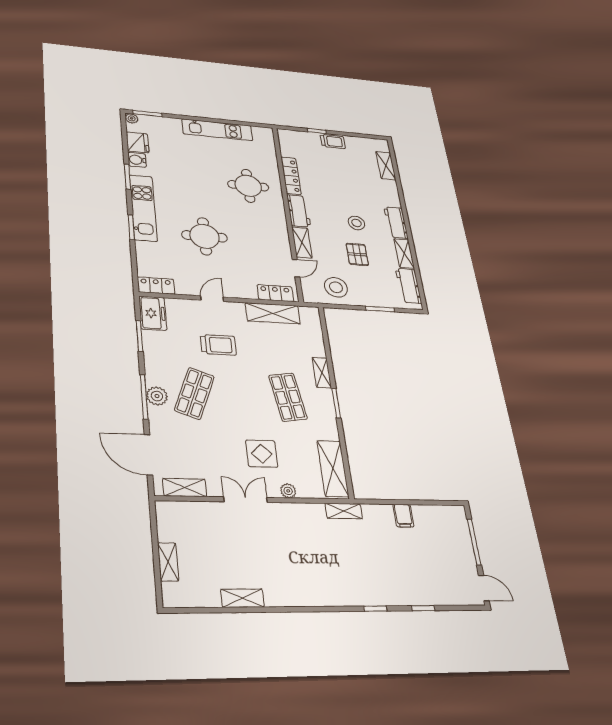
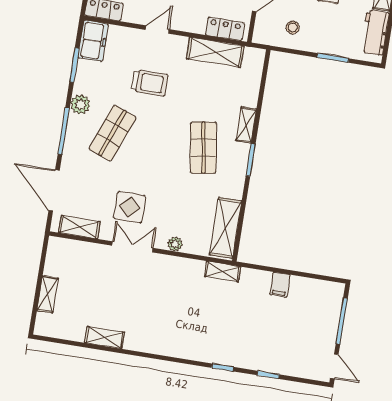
stool: (336, 287) -> (293, 27), width x0.53, depth x0.53
plant: (157, 396) -> (80, 104), moved
display table: (262, 454) -> (130, 207), moved

